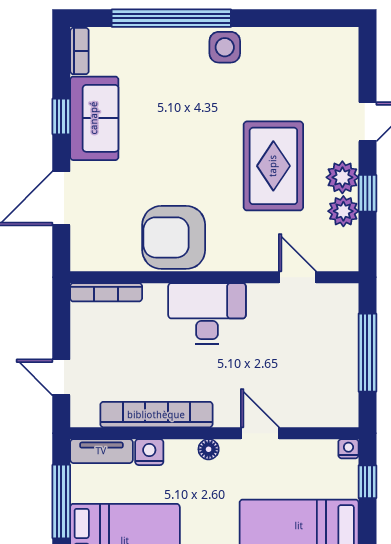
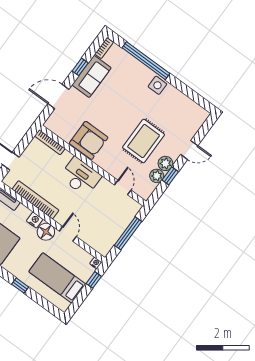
armchair: (174, 237) -> (89, 140), turned 180
floor lamp: (209, 449) -> (46, 232), width x1.89, depth x1.89
nightstand: (149, 452) -> (35, 220), moved

